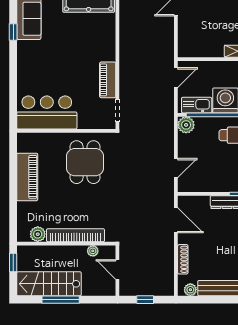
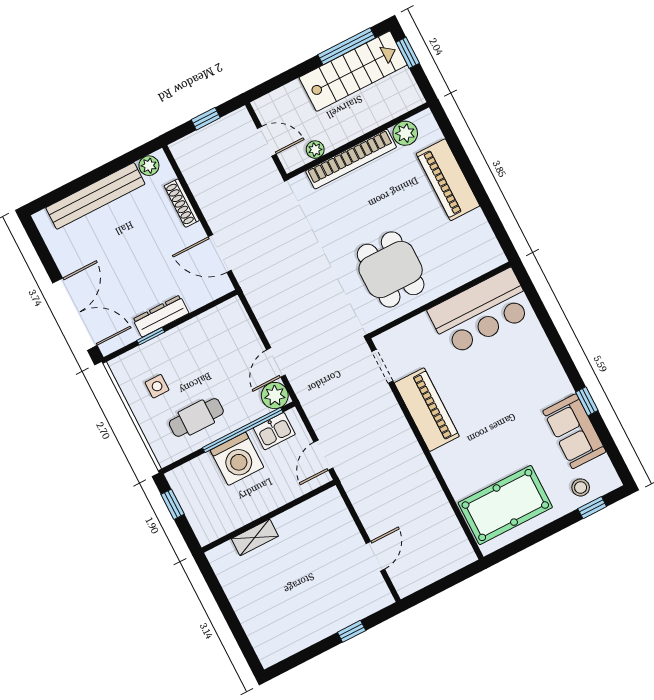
piano: (108, 80) -> (427, 410), width x1.37, depth x1.33
kitchen sink: (197, 105) -> (274, 431), width x0.73
door: (176, 168) -> (276, 362), moved
piano: (27, 177) -> (448, 180), moved
window: (13, 263) -> (408, 53), moved
window: (61, 300) -> (347, 46), moved

